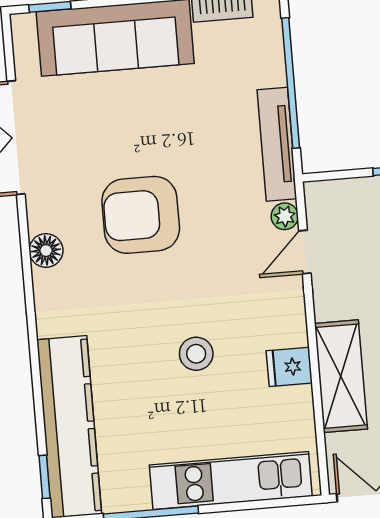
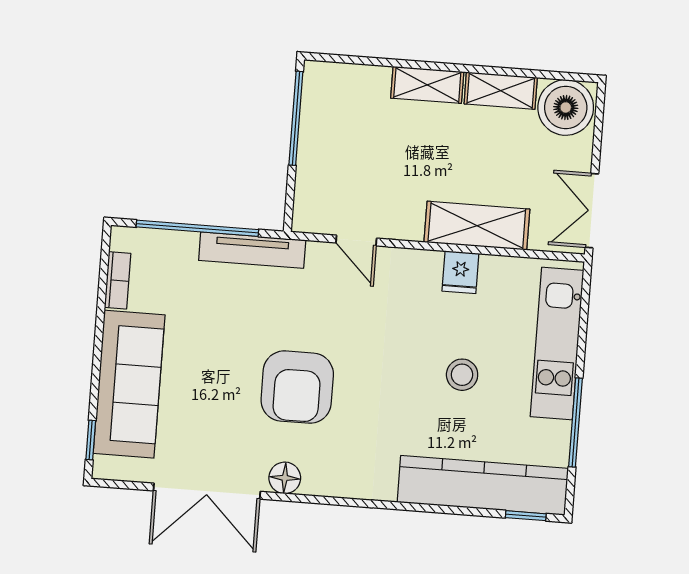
plant: (285, 216) -> (320, 254), removed
floor lamp: (46, 250) -> (285, 478), moved
stool: (196, 354) -> (462, 375), moved

